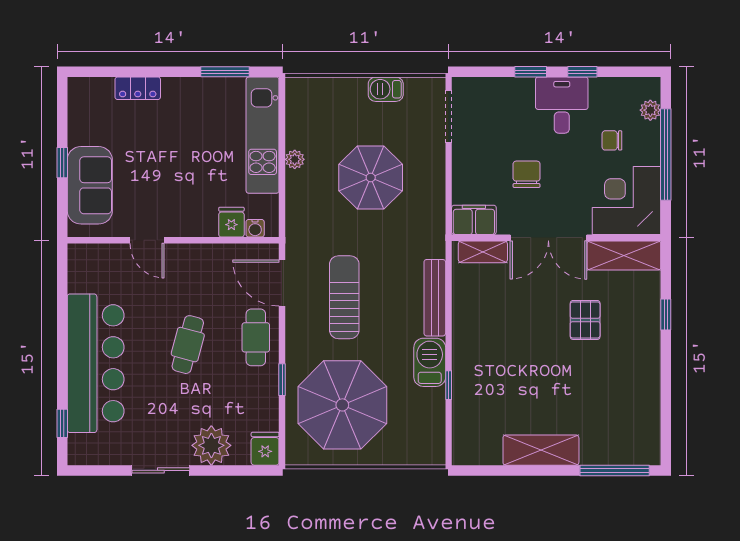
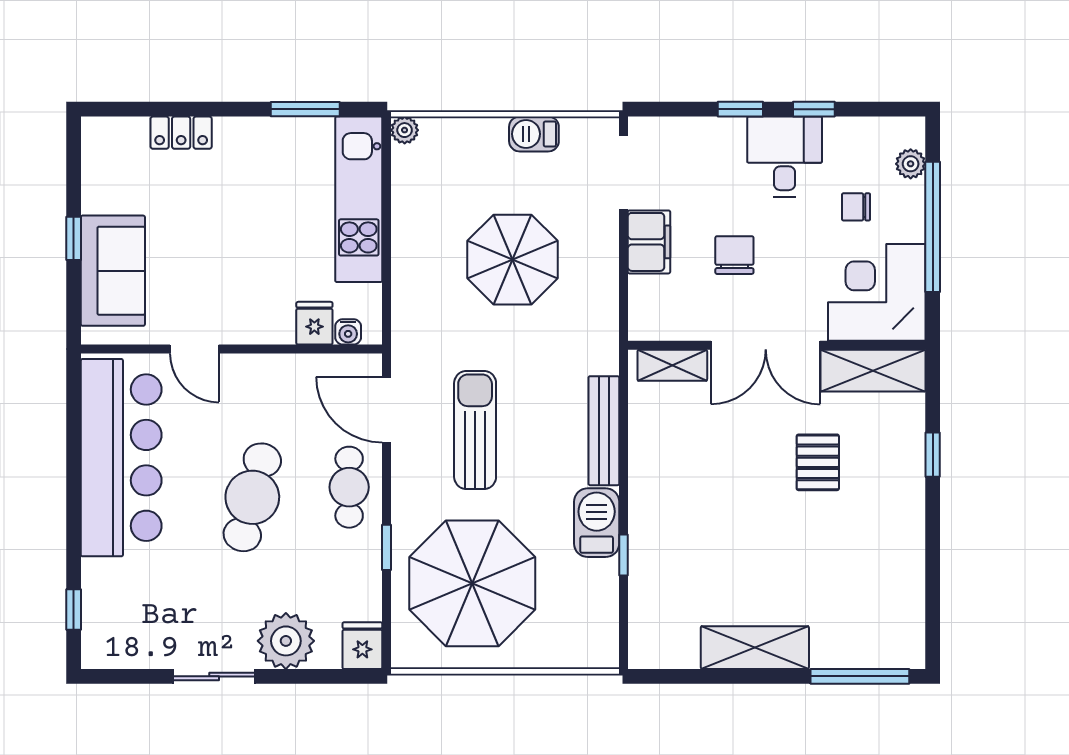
plant: (295, 159) -> (405, 130), moved
filing cabinet: (474, 220) -> (649, 242), moved, turned 90
cafe table: (188, 345) -> (252, 497), width x1.37, depth x1.35
bar counter: (96, 363) -> (121, 458), moved

